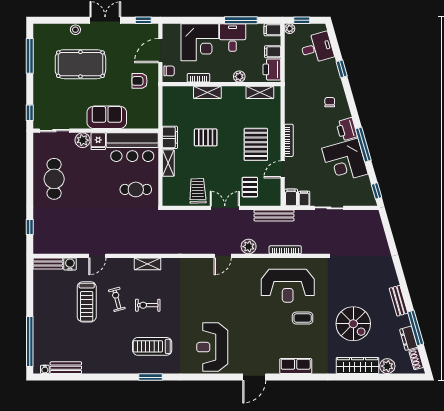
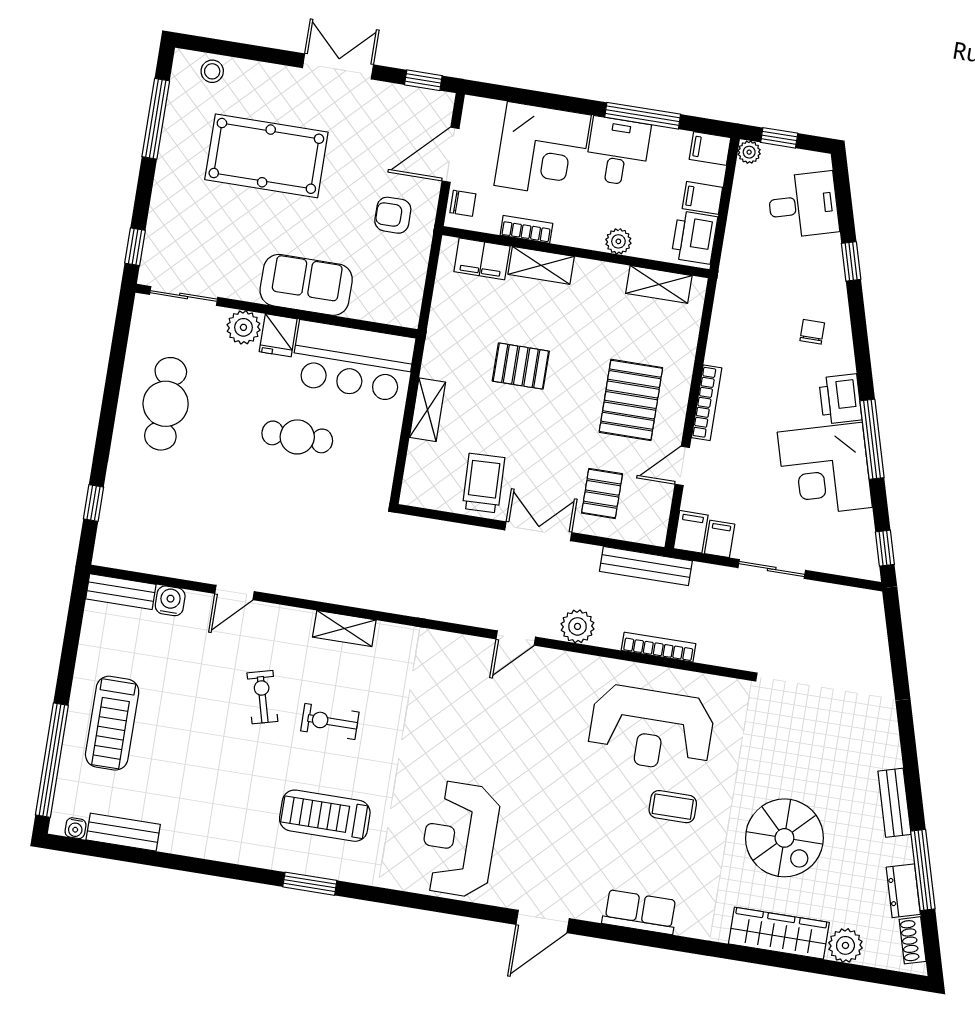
stool: (75, 30) -> (212, 71), moved
filing cabinet: (170, 137) -> (482, 259), moved, turned 90
cafe table: (136, 189) -> (297, 437), moved
treadmill: (87, 302) -> (112, 723), moved

